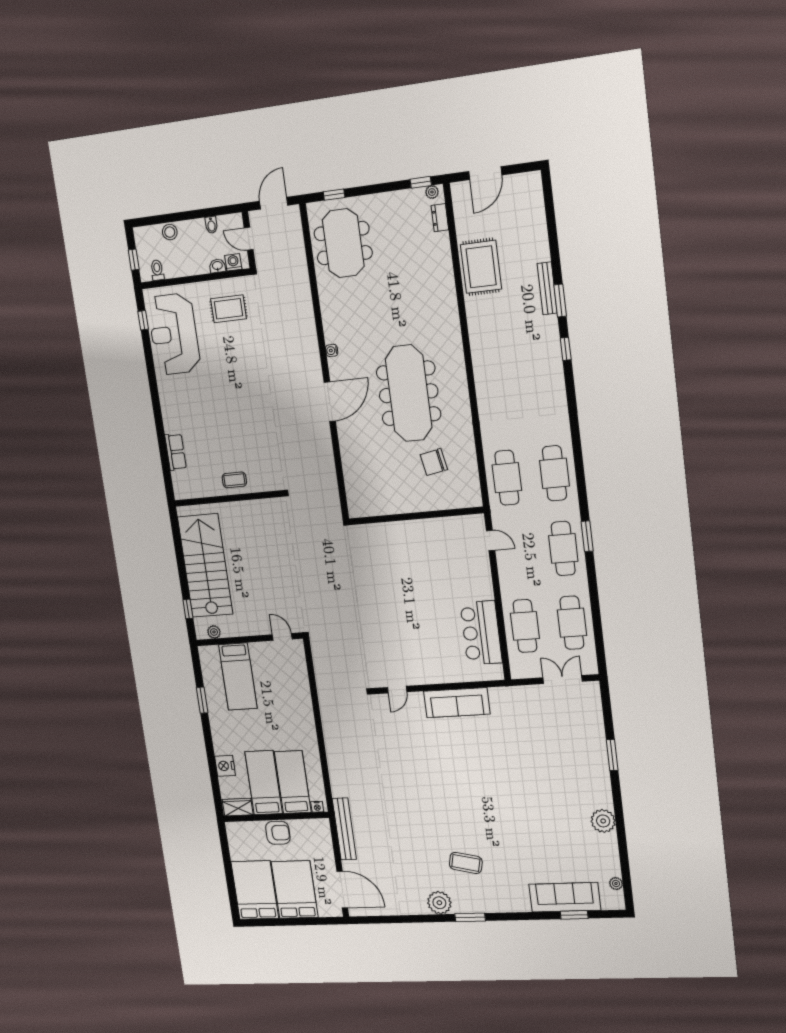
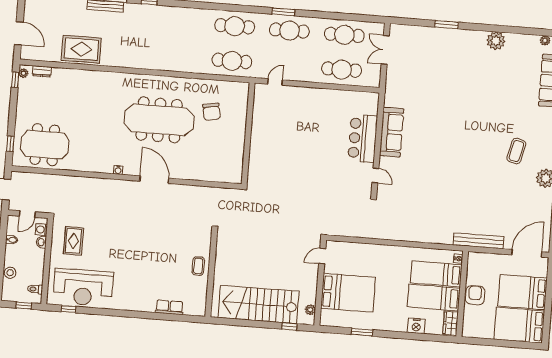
bar counter: (481, 633) -> (363, 138), moved, turned 90
bed: (238, 676) -> (348, 293), width x1.50

